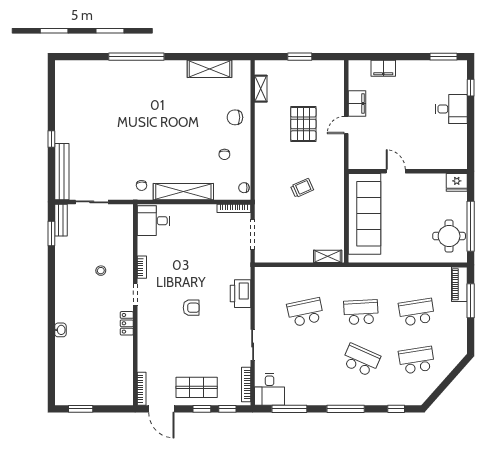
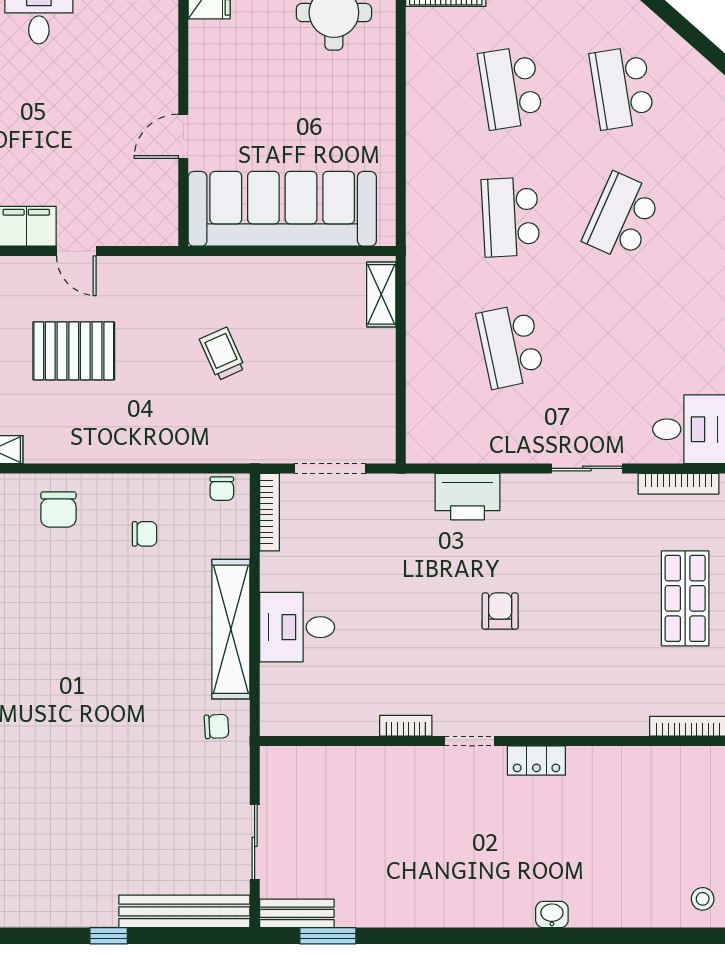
desk: (153, 221) -> (297, 627), moved, turned 90
stool: (101, 271) -> (703, 899), moved

